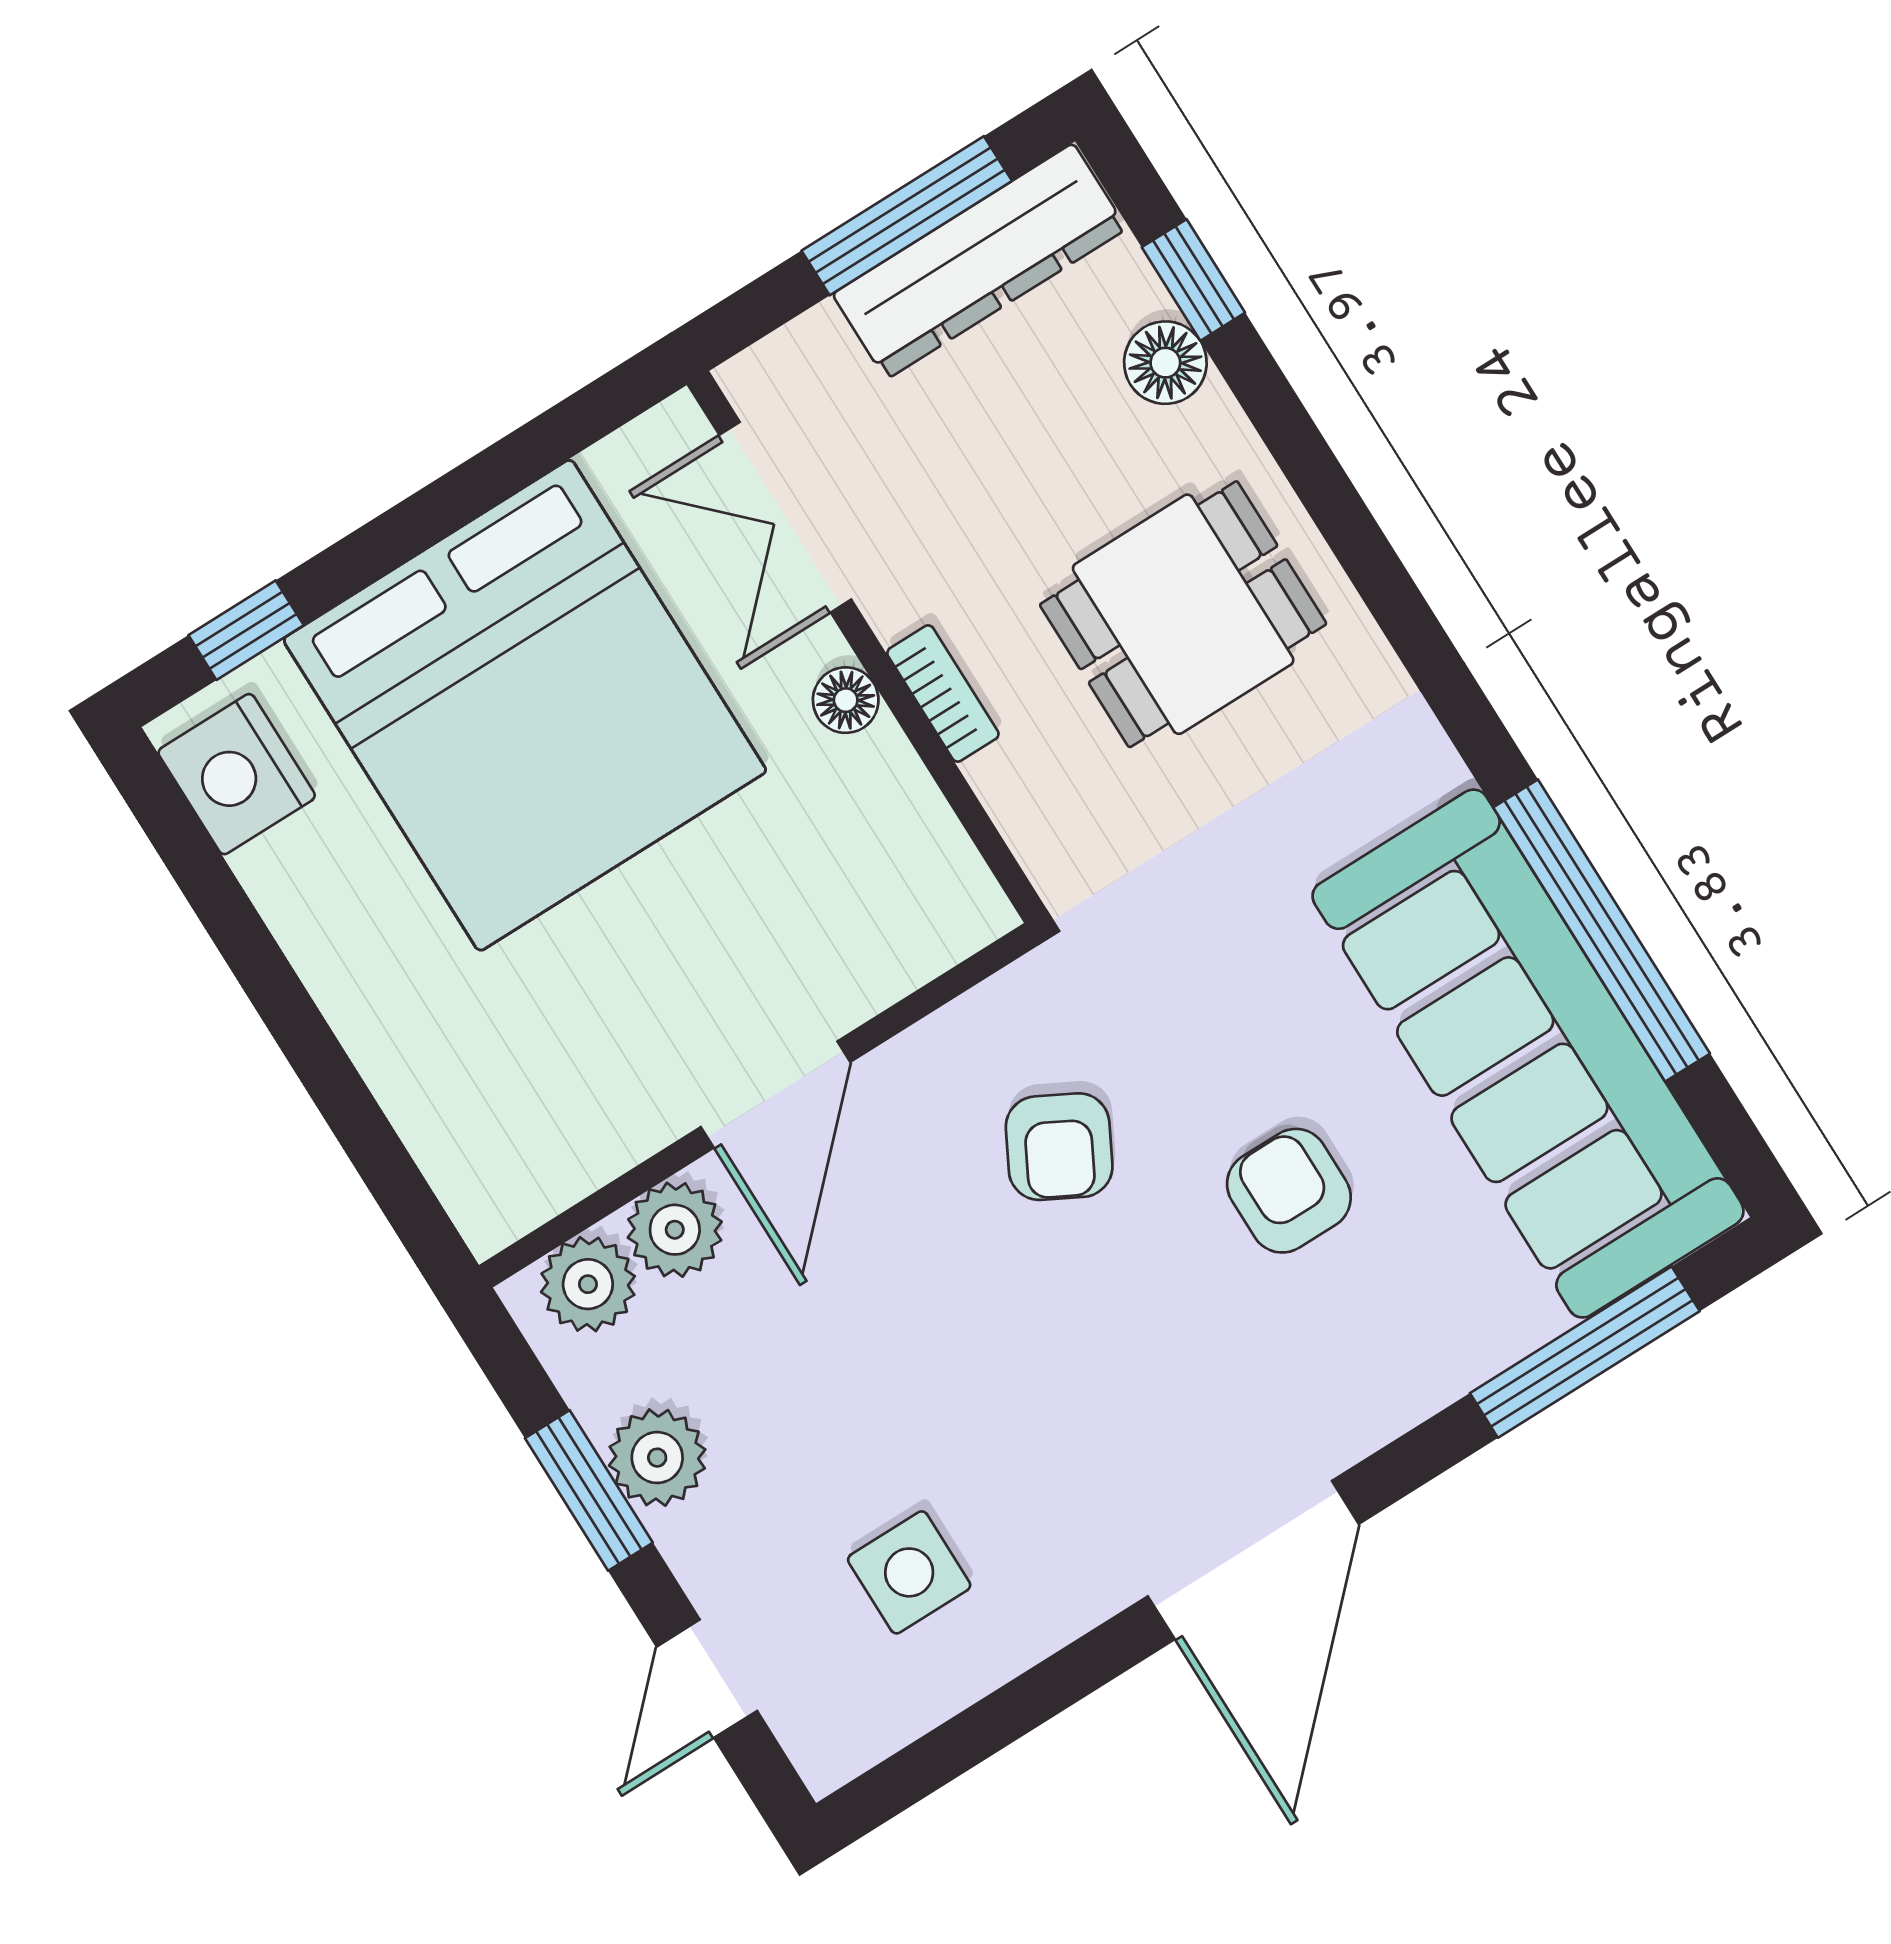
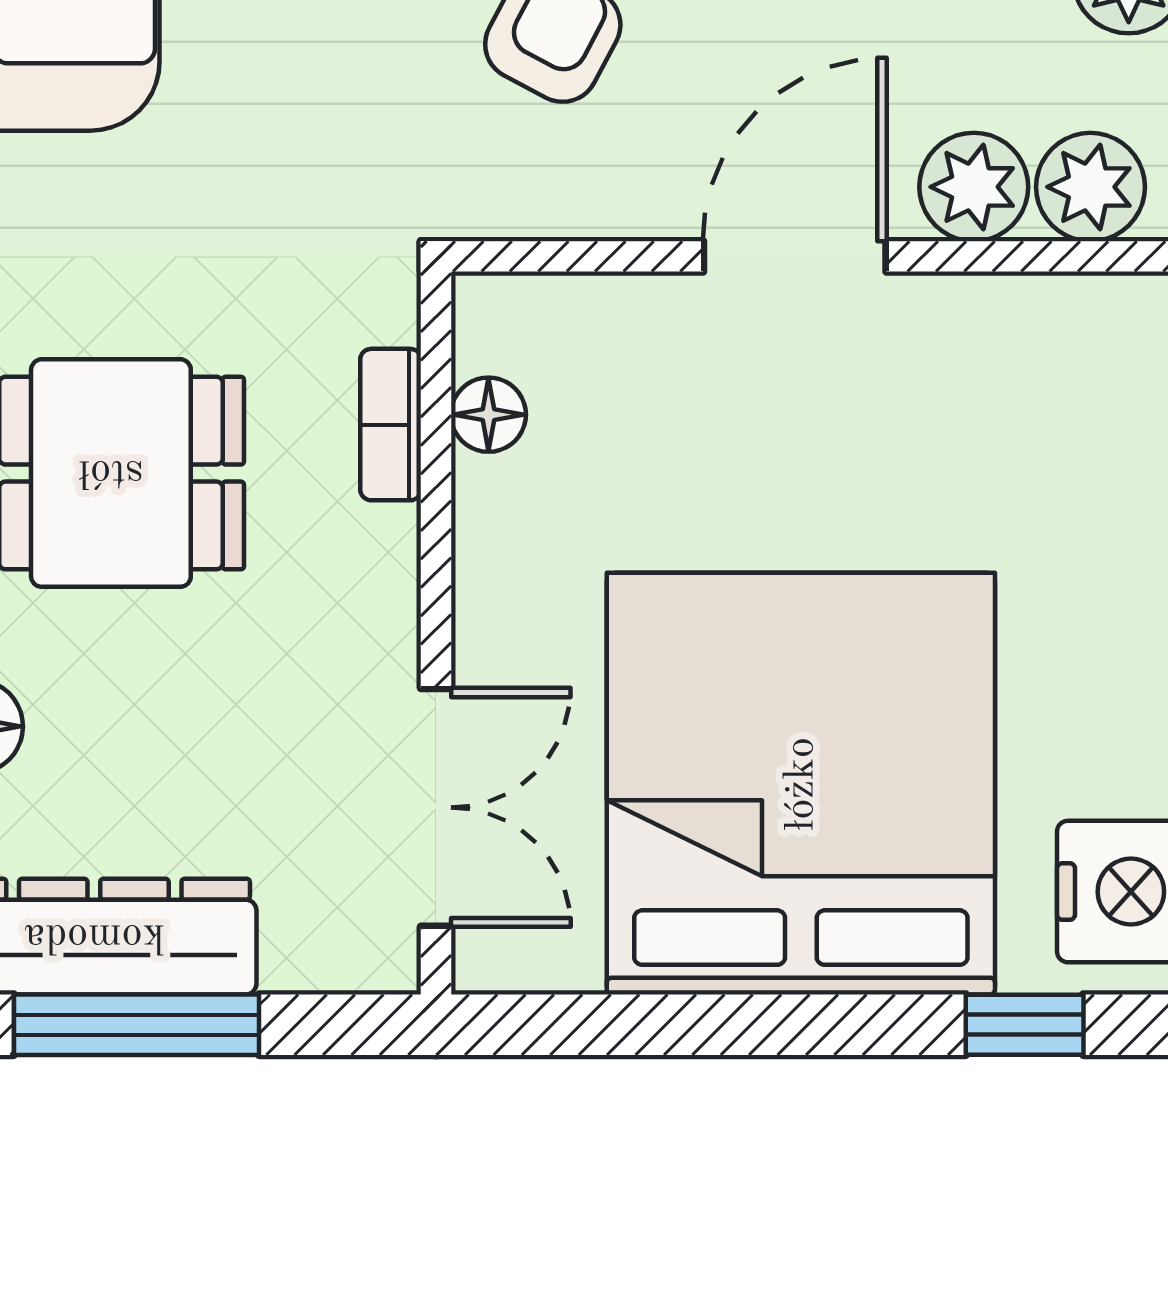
bookcase: (943, 694) -> (391, 425), moved
floor lamp: (846, 700) -> (488, 415), moved

